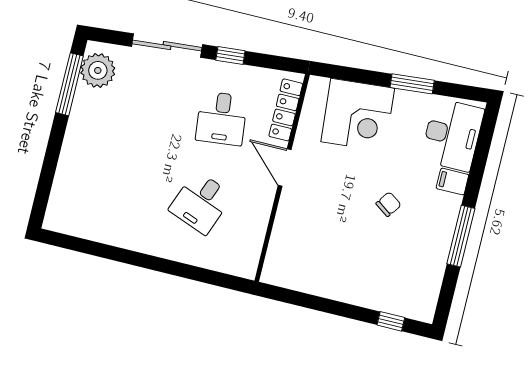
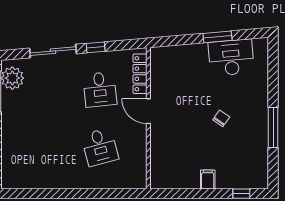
corner desk: (358, 115) -> (187, 66), removed
desk: (452, 135) -> (231, 57), moved, turned -95
filing cabinet: (452, 182) -> (208, 179), moved, turned 90
desk: (201, 203) -> (100, 147), turned -36

